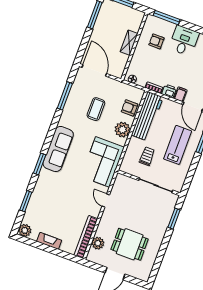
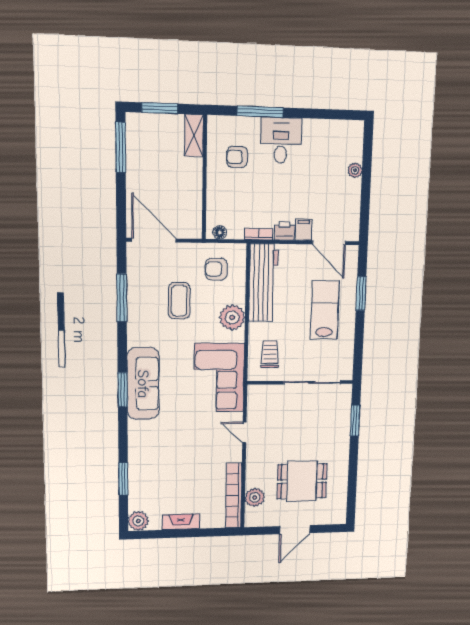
window: (167, 18) -> (260, 112), moved
shelving: (129, 43) -> (194, 135), moved
armchair: (130, 108) -> (216, 269), moved
trolley: (147, 156) -> (270, 354), moved
window: (40, 164) -> (123, 390), moved

